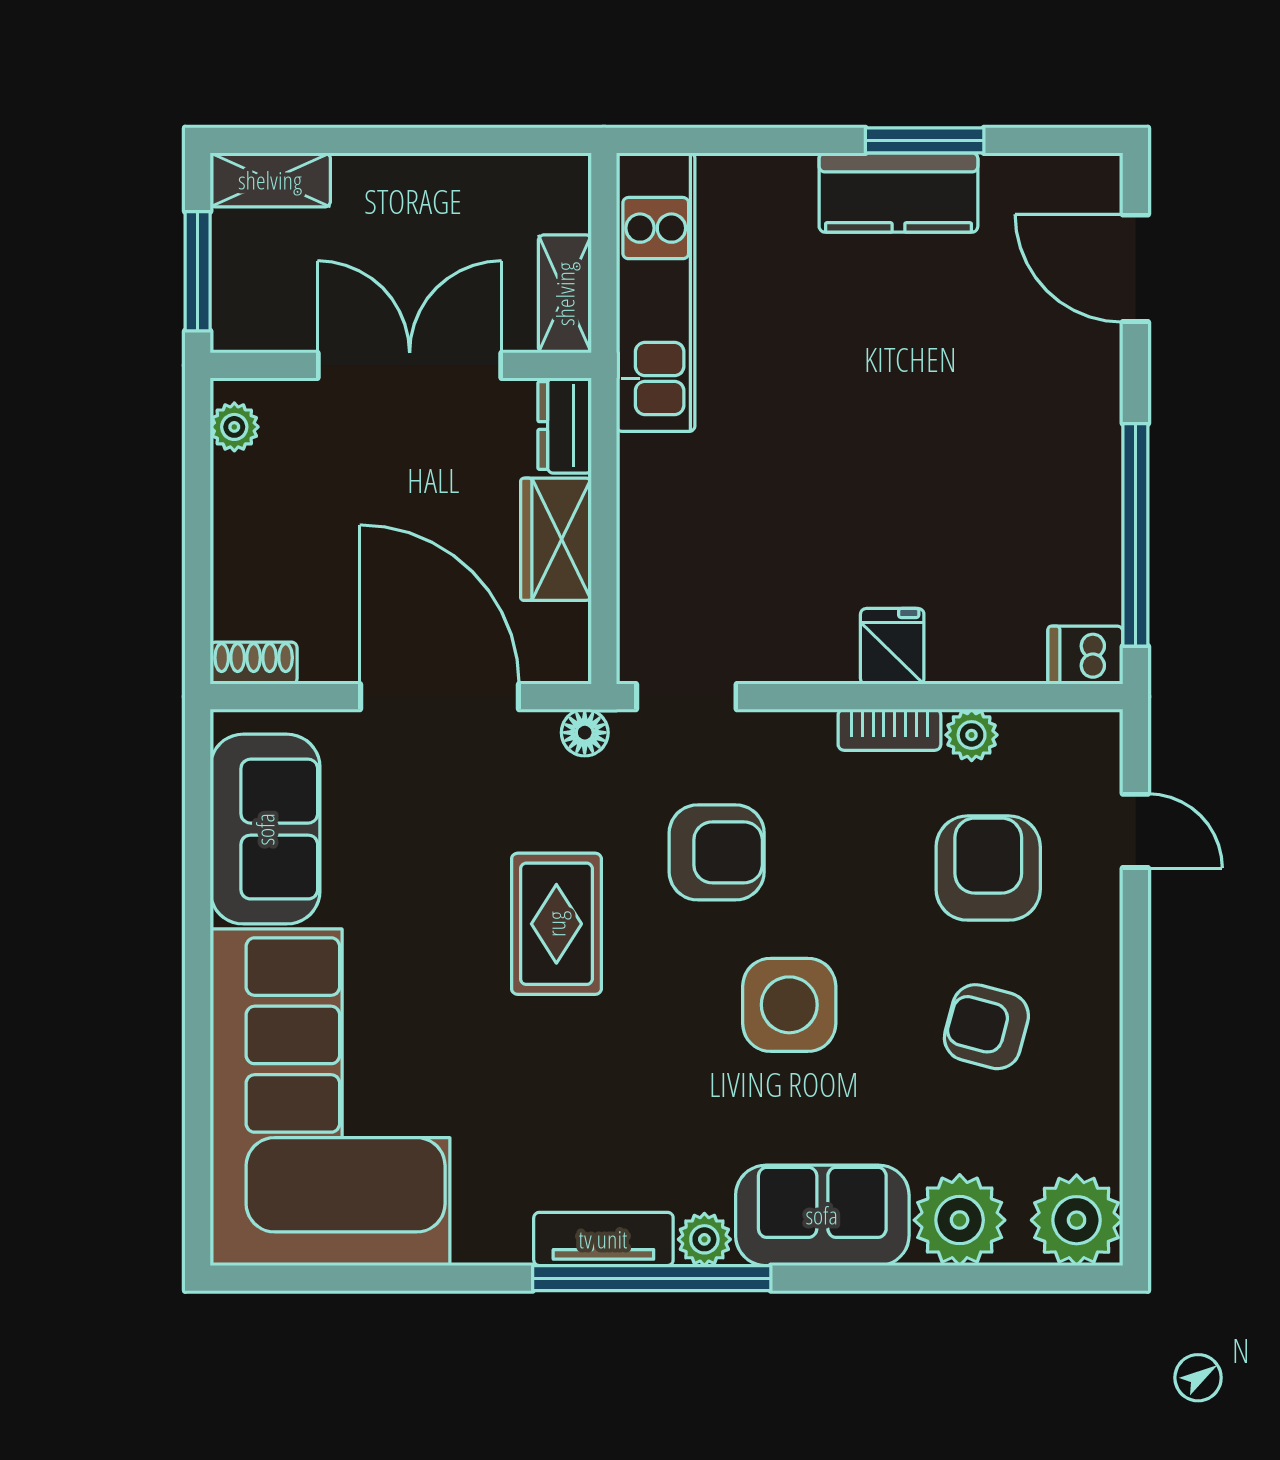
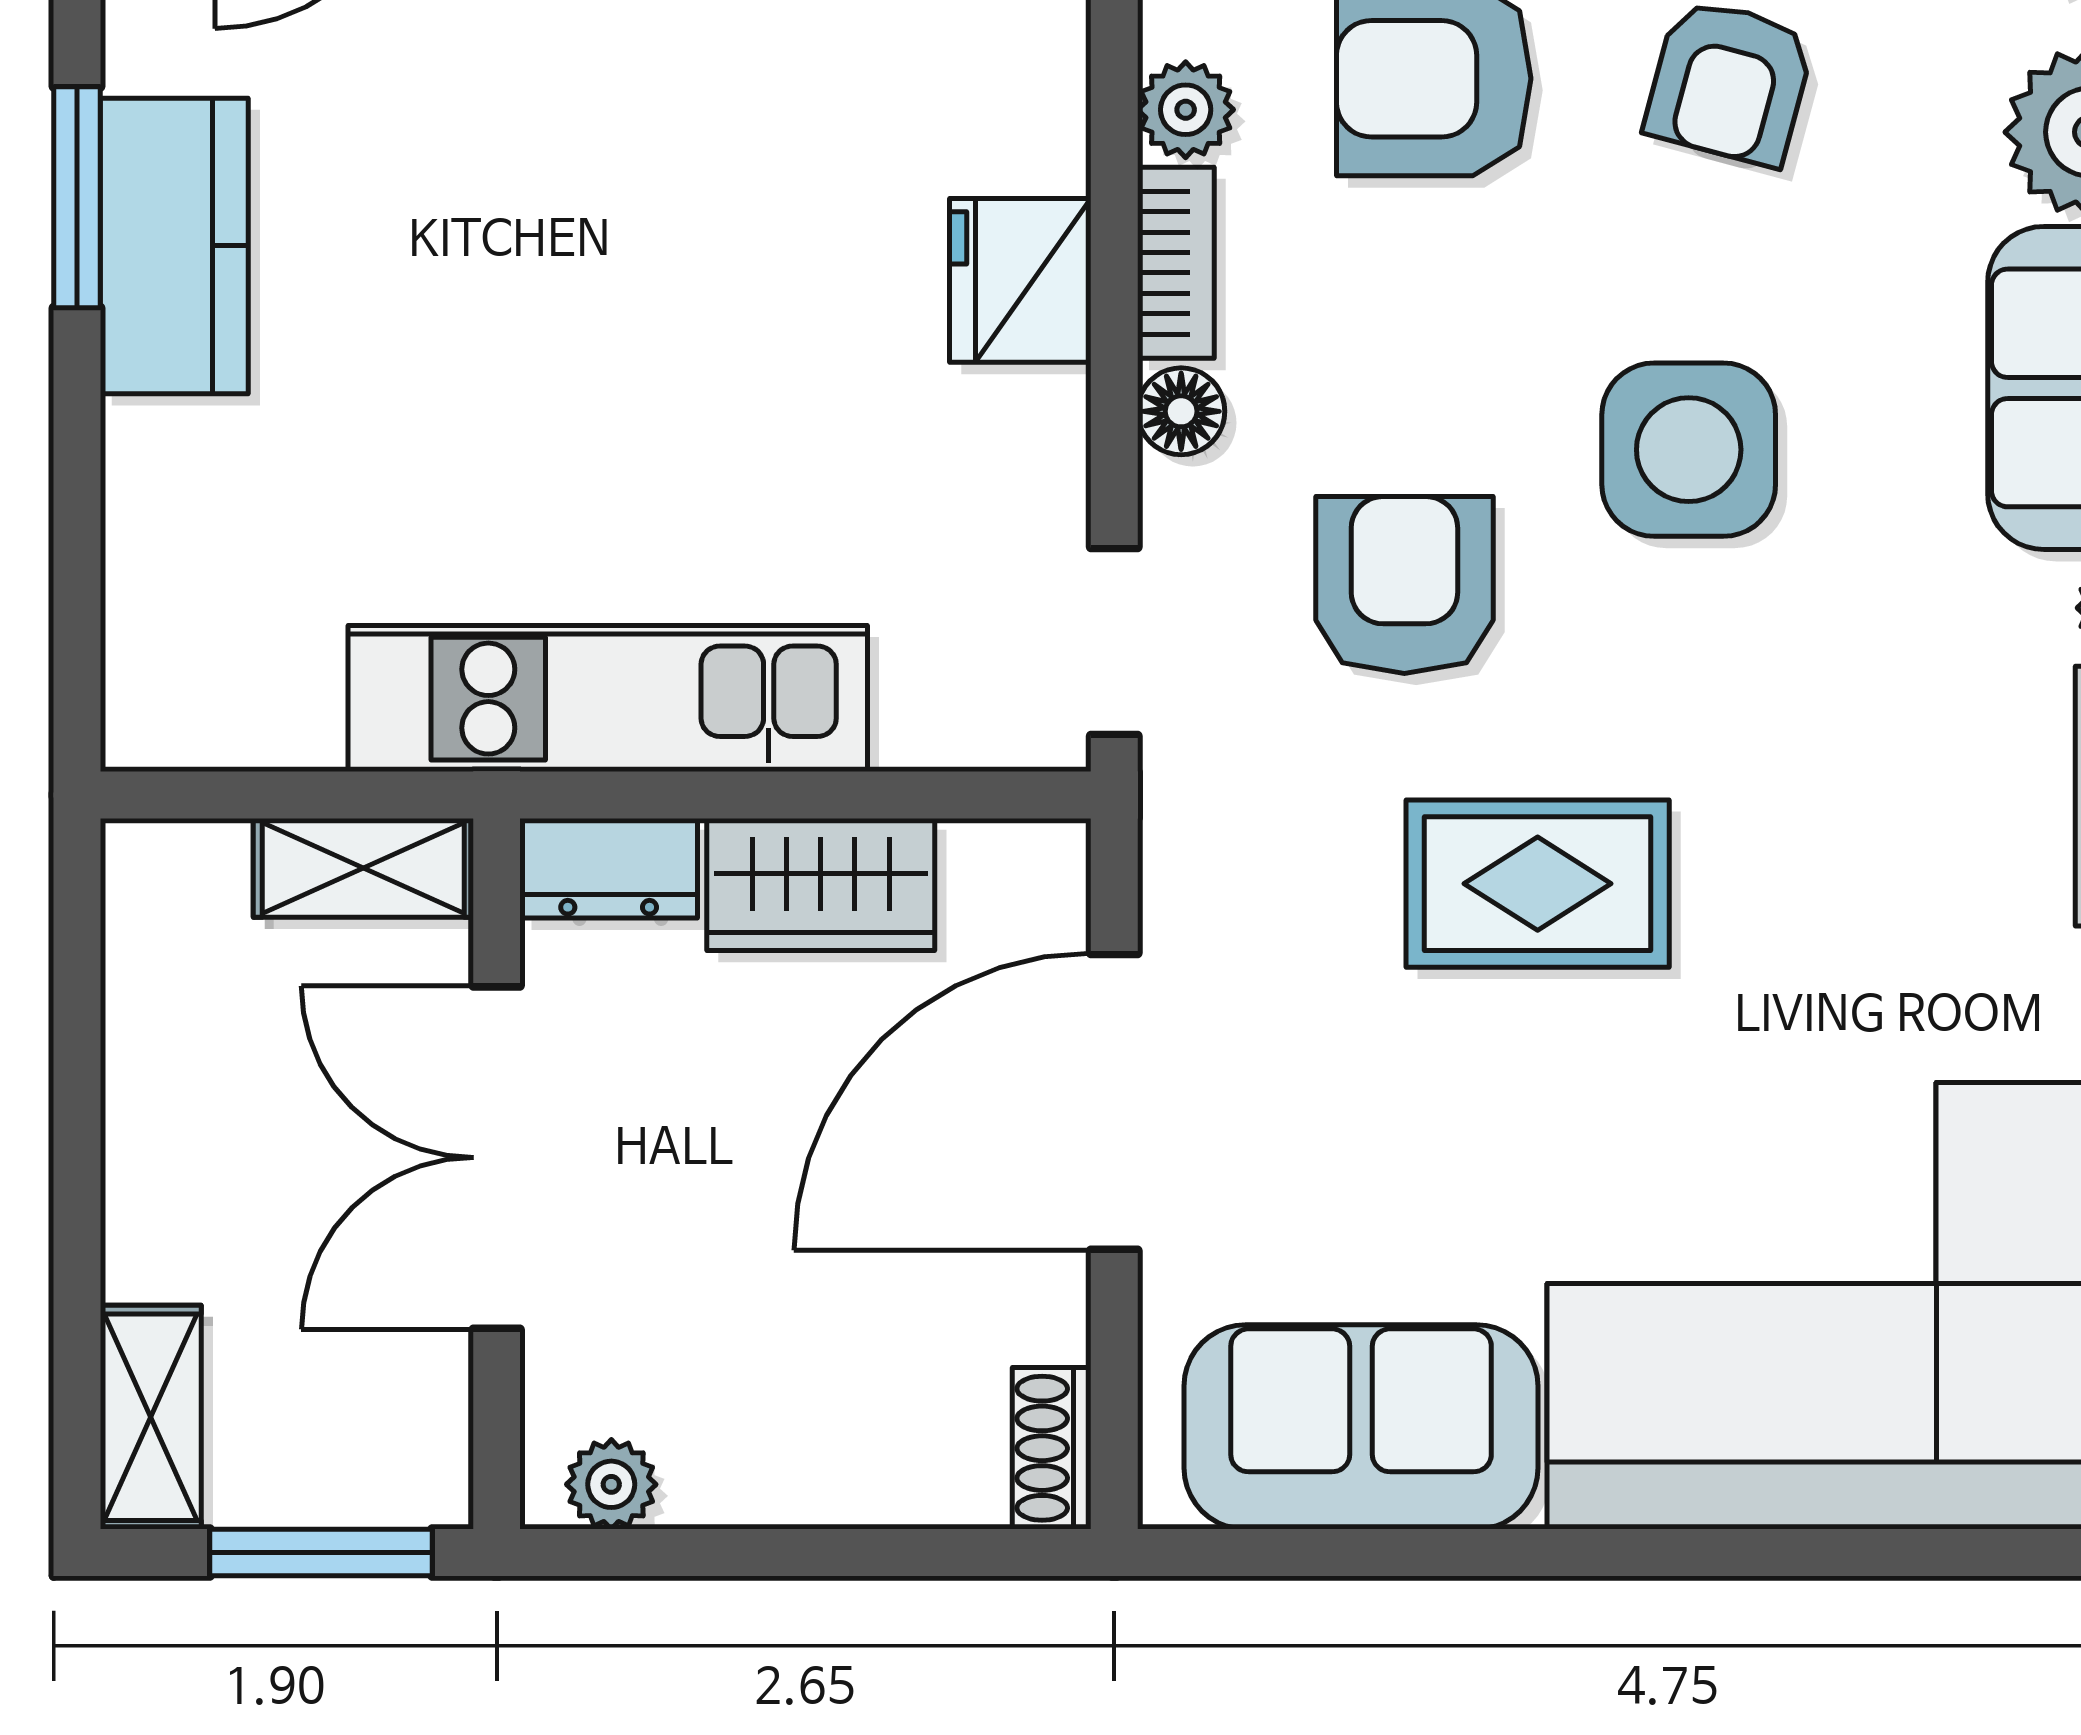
kitchen unit: (656, 292) -> (608, 699), moved
fridge: (892, 646) -> (1020, 280), width x1.38
floor lamp: (585, 733) -> (1181, 411), moved

